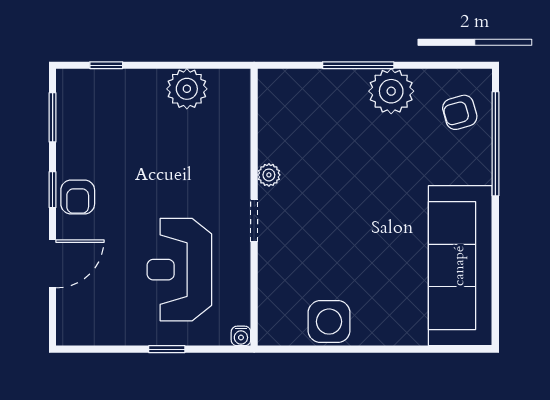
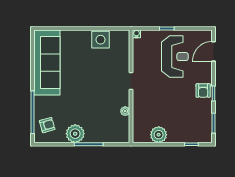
plant: (269, 175) -> (125, 111), moved
armchair: (78, 197) -> (203, 91), turned 180
door: (53, 264) -> (213, 51), moved
reception desk: (179, 270) -> (175, 57), moved

